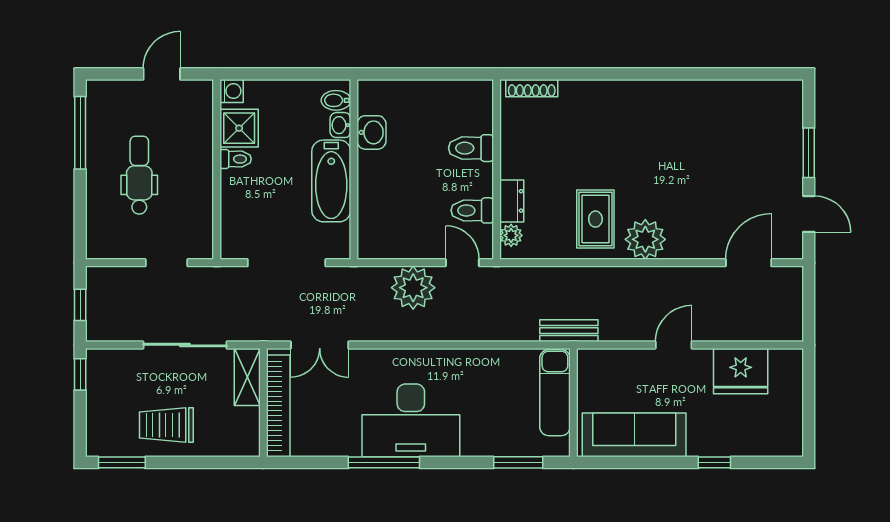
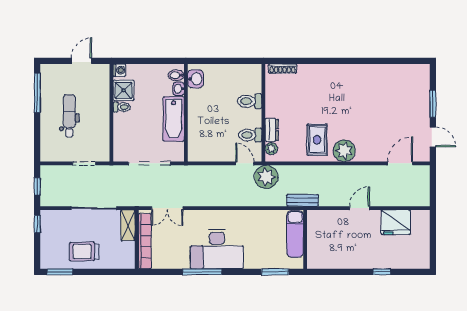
washbasin: (372, 132) -> (195, 79), moved
plant: (413, 288) -> (266, 177), moved
sofa: (634, 435) -> (338, 257), removed

